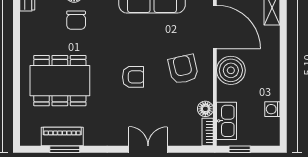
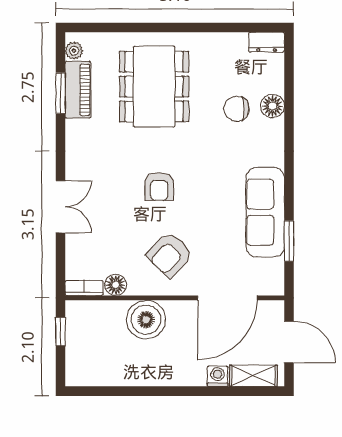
armchair: (183, 69) -> (170, 255), turned 147
boiler: (231, 70) -> (146, 320), moved
washing machine: (272, 109) -> (218, 376), moved
kitchen sink: (226, 121) -> (99, 314), removed
plant: (33, 139) -> (74, 51), added

